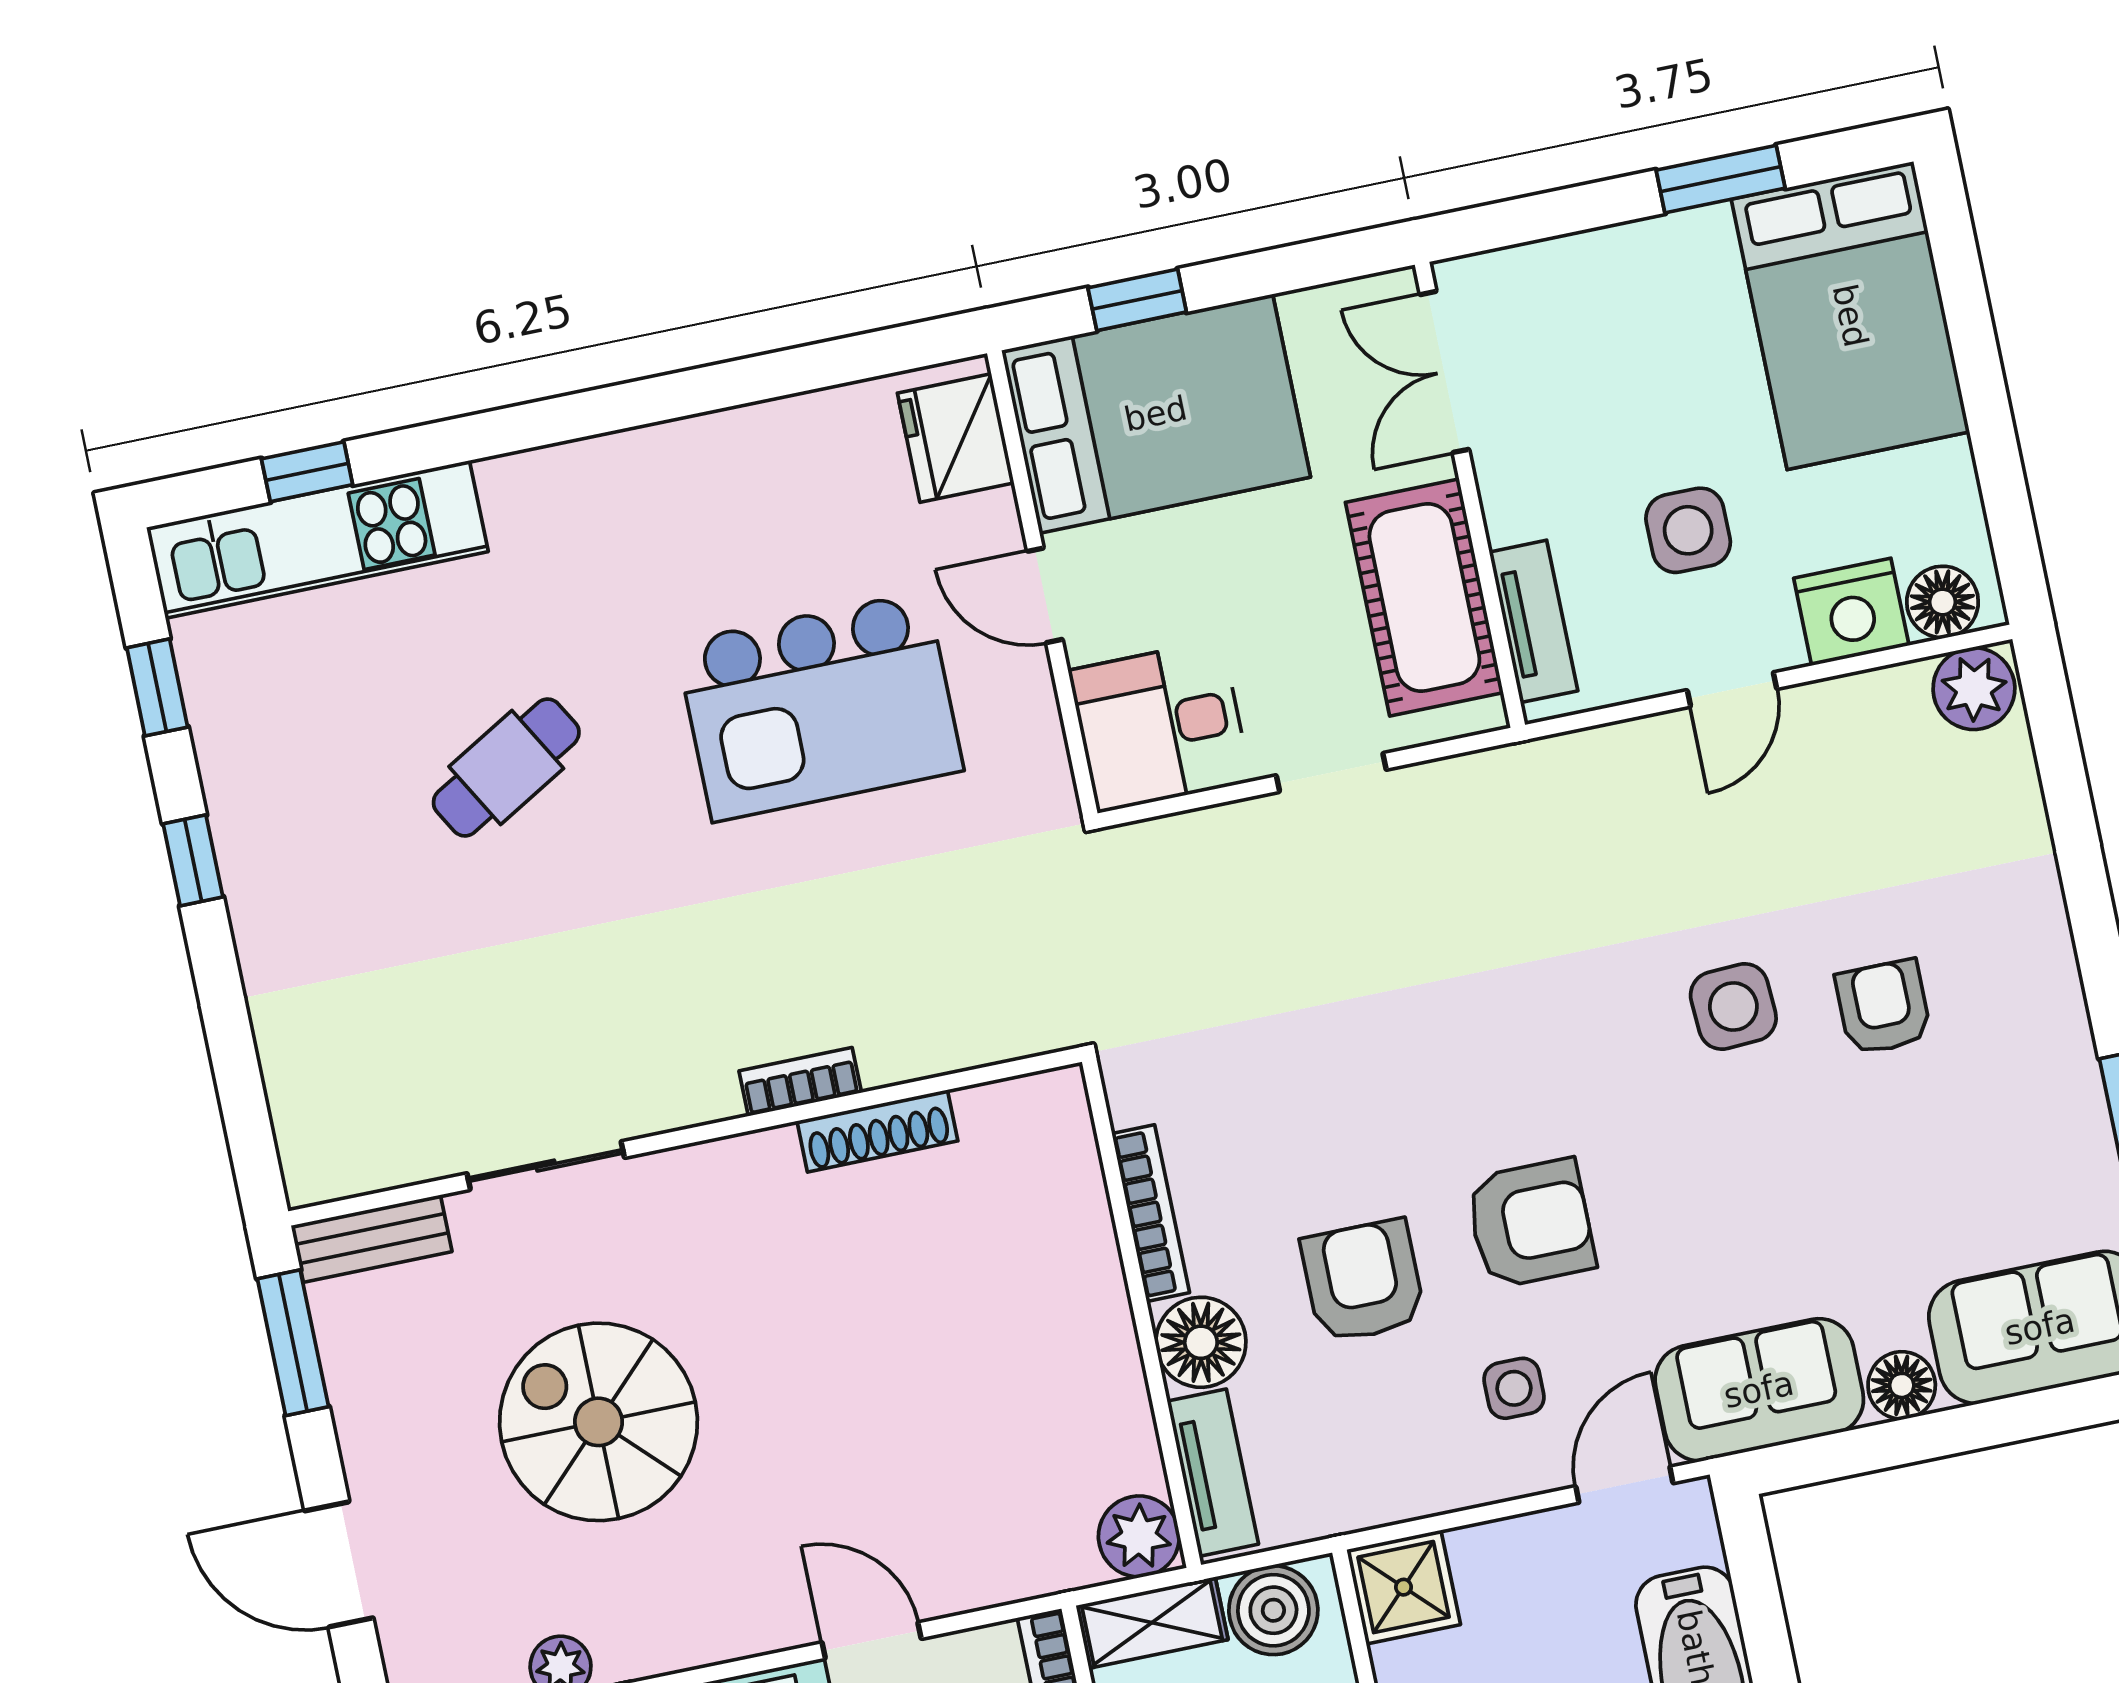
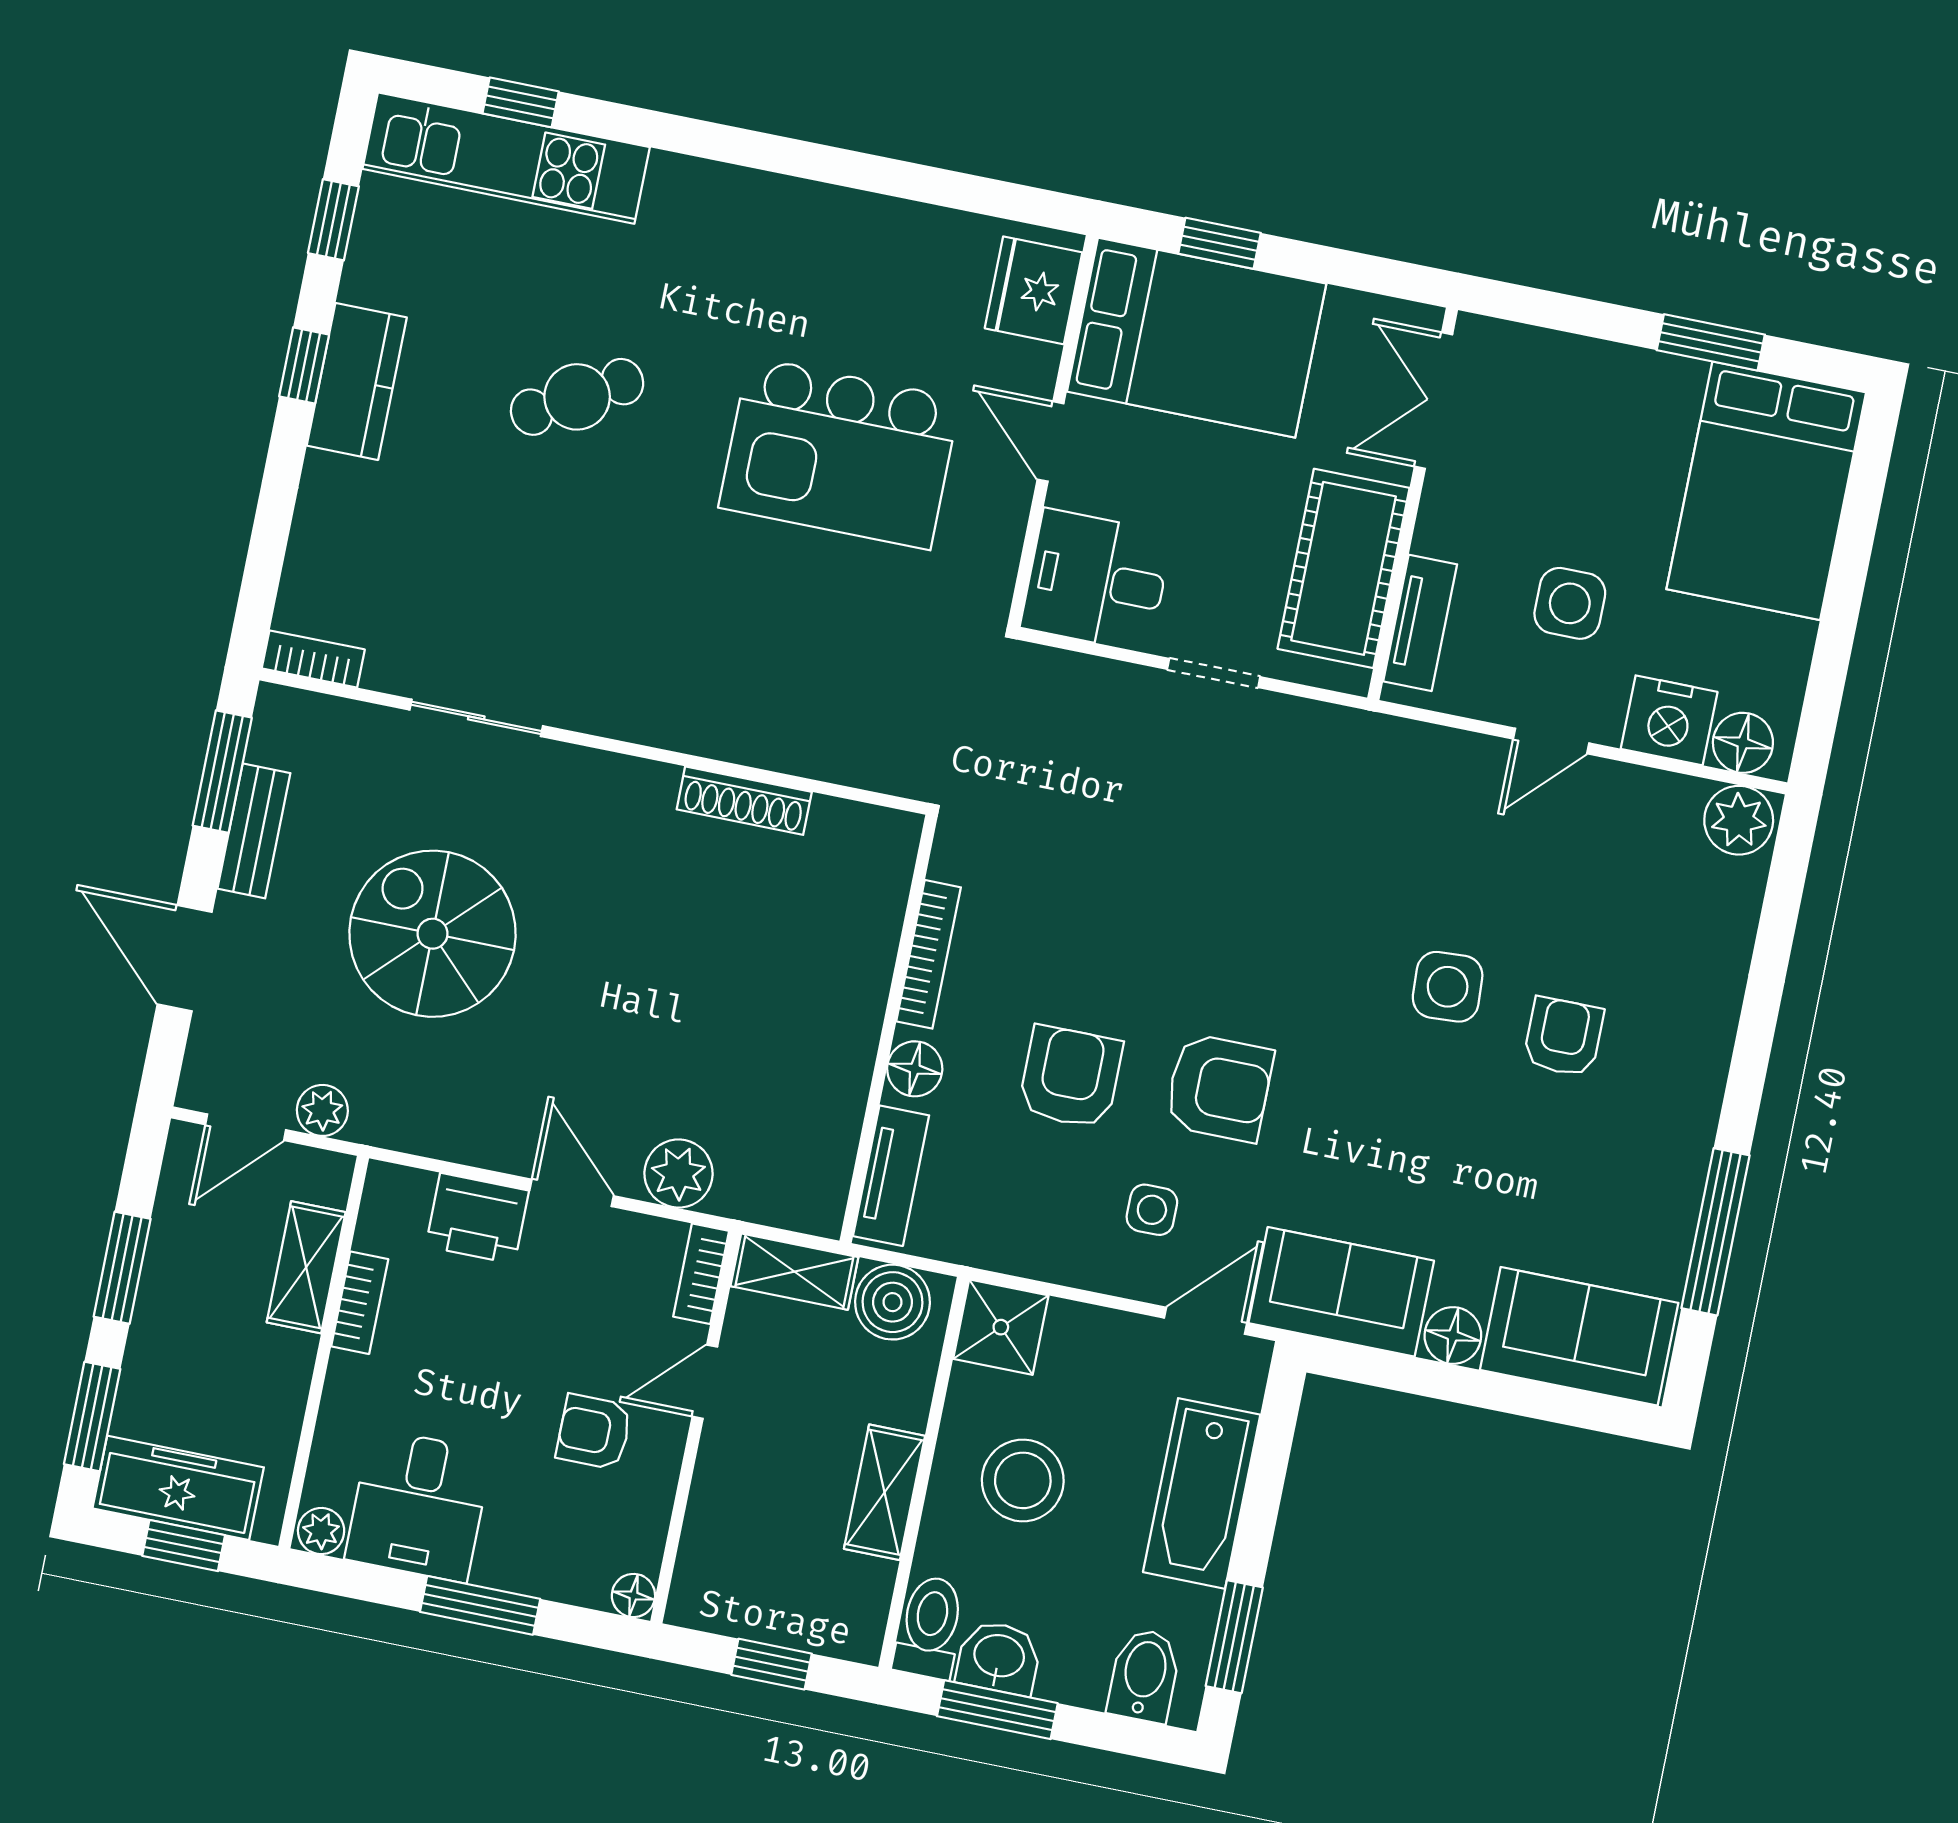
kitchen counter: (258, 853) -> (357, 381), added
bookcase: (800, 1082) -> (313, 659), moved
bench: (372, 1239) -> (254, 831), moved, turned 90
floor lamp: (1201, 1342) -> (915, 1069), width x0.73, depth x0.73
plant: (1139, 1536) -> (679, 1174), moved

